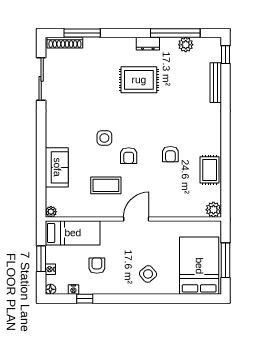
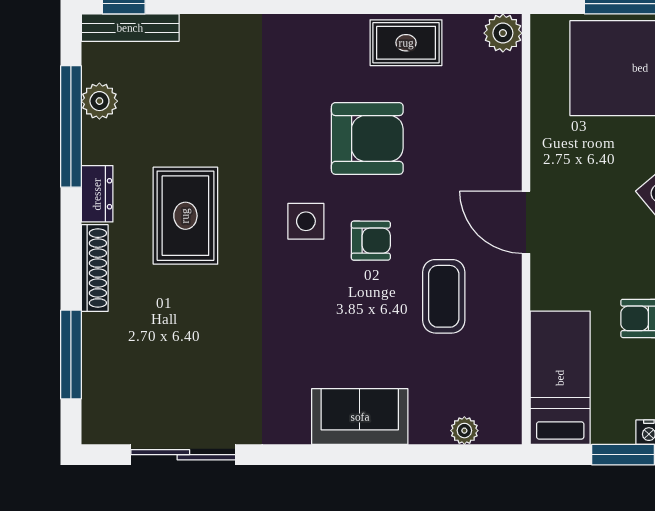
shoe rack: (65, 43) -> (95, 268), moved
bench: (216, 83) -> (130, 28), moved
side table: (104, 138) -> (306, 221), moved
armchair: (170, 154) -> (367, 138), width x1.88, depth x1.88
sofa: (57, 167) -> (360, 417), moved
plant: (51, 212) -> (464, 431), moved

